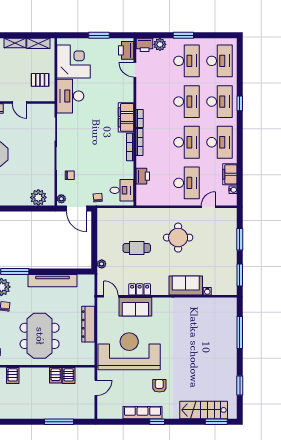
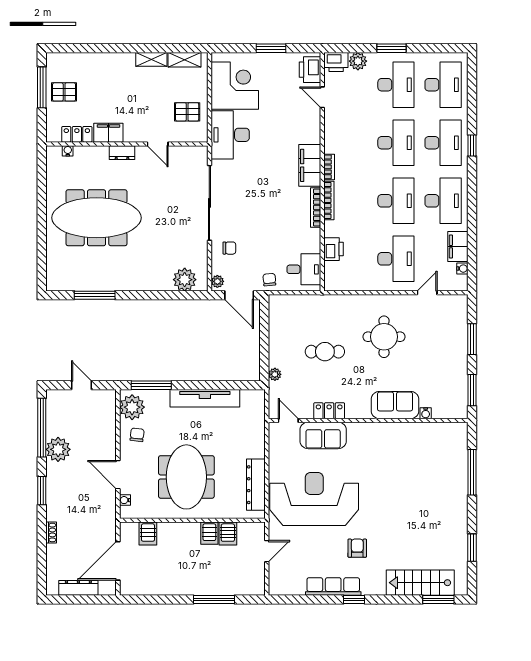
dresser: (88, 324) -> (256, 485), moved

